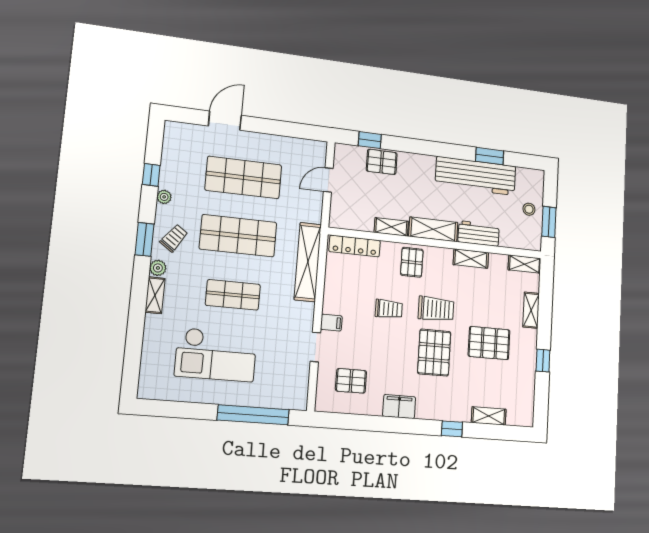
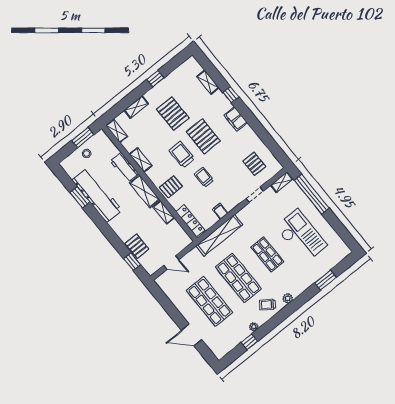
window: (145, 239) -> (325, 280), moved
shelving: (155, 295) -> (282, 182), moved
filing cabinet: (331, 323) -> (220, 211), moved
pallet: (434, 353) -> (203, 136), turned 90
filing cabinet: (399, 407) -> (236, 119), moved

